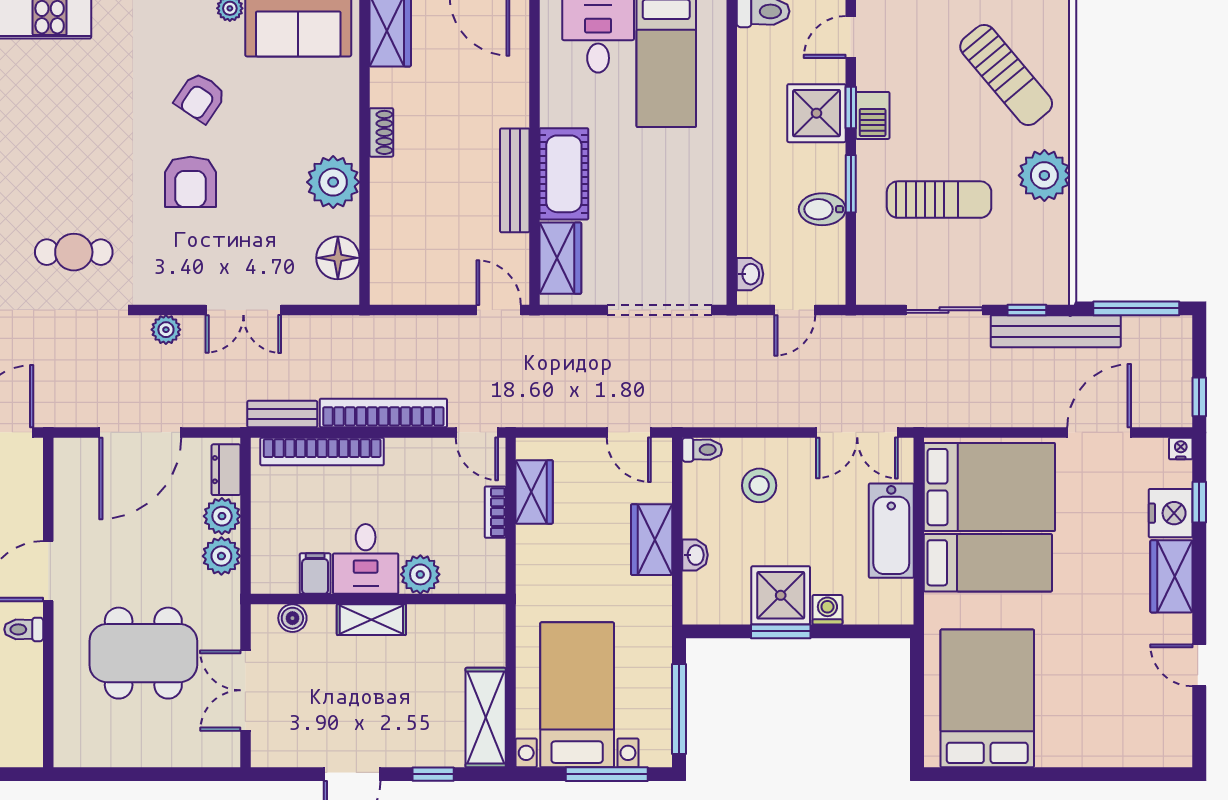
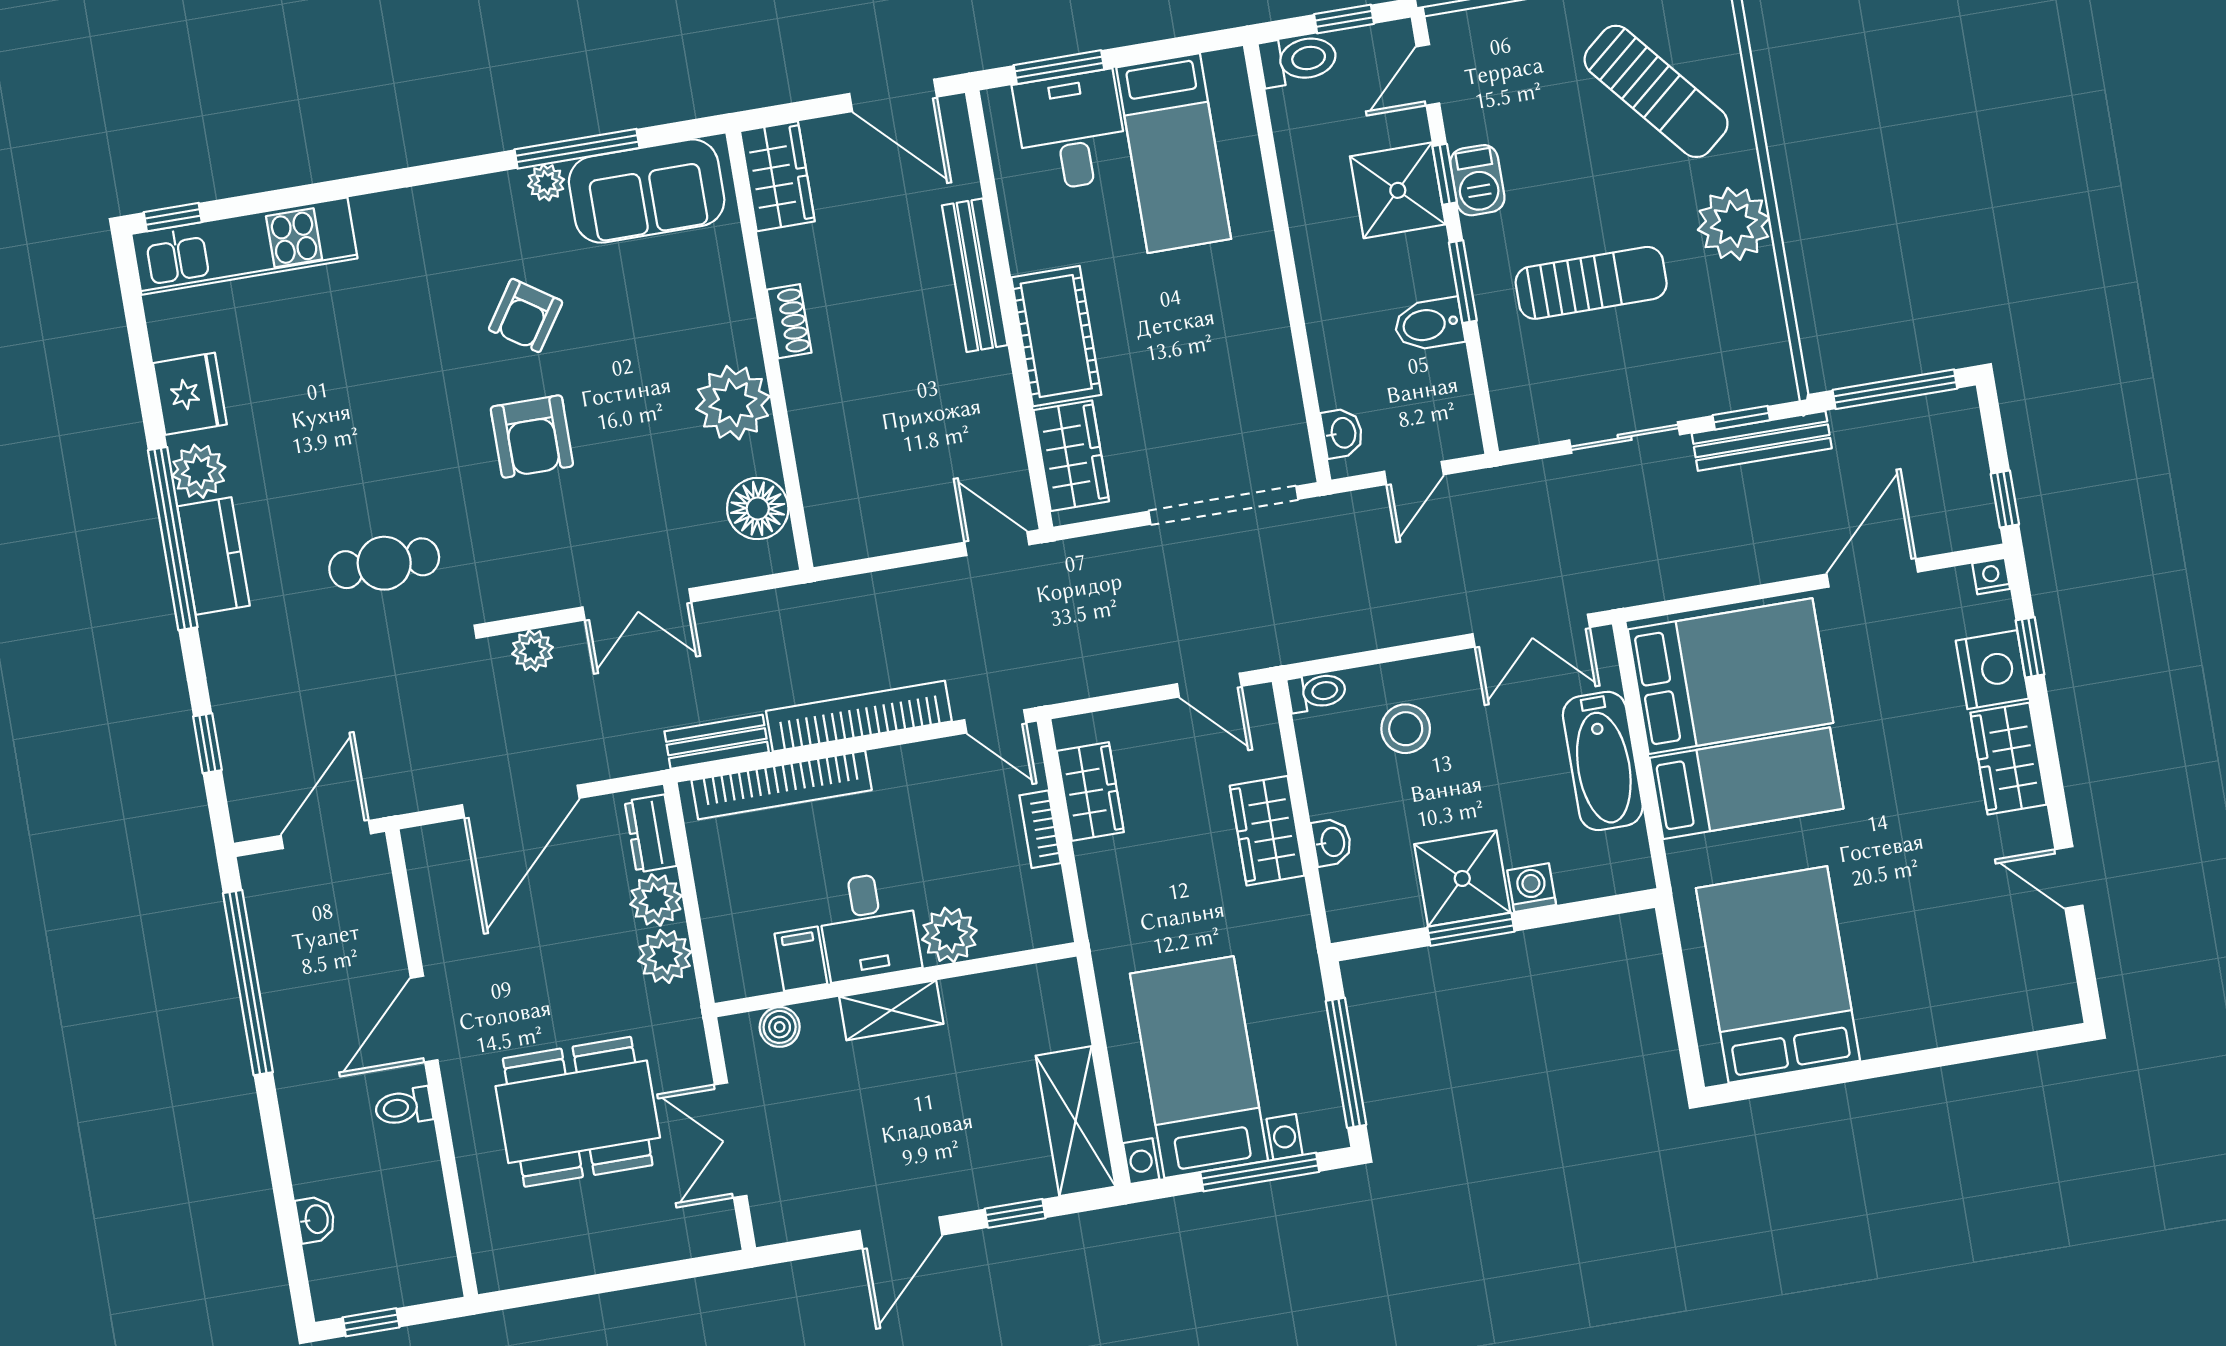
bench: (515, 180) -> (975, 275), moved
bench: (1056, 331) -> (1762, 441), width x0.73, depth x0.82

